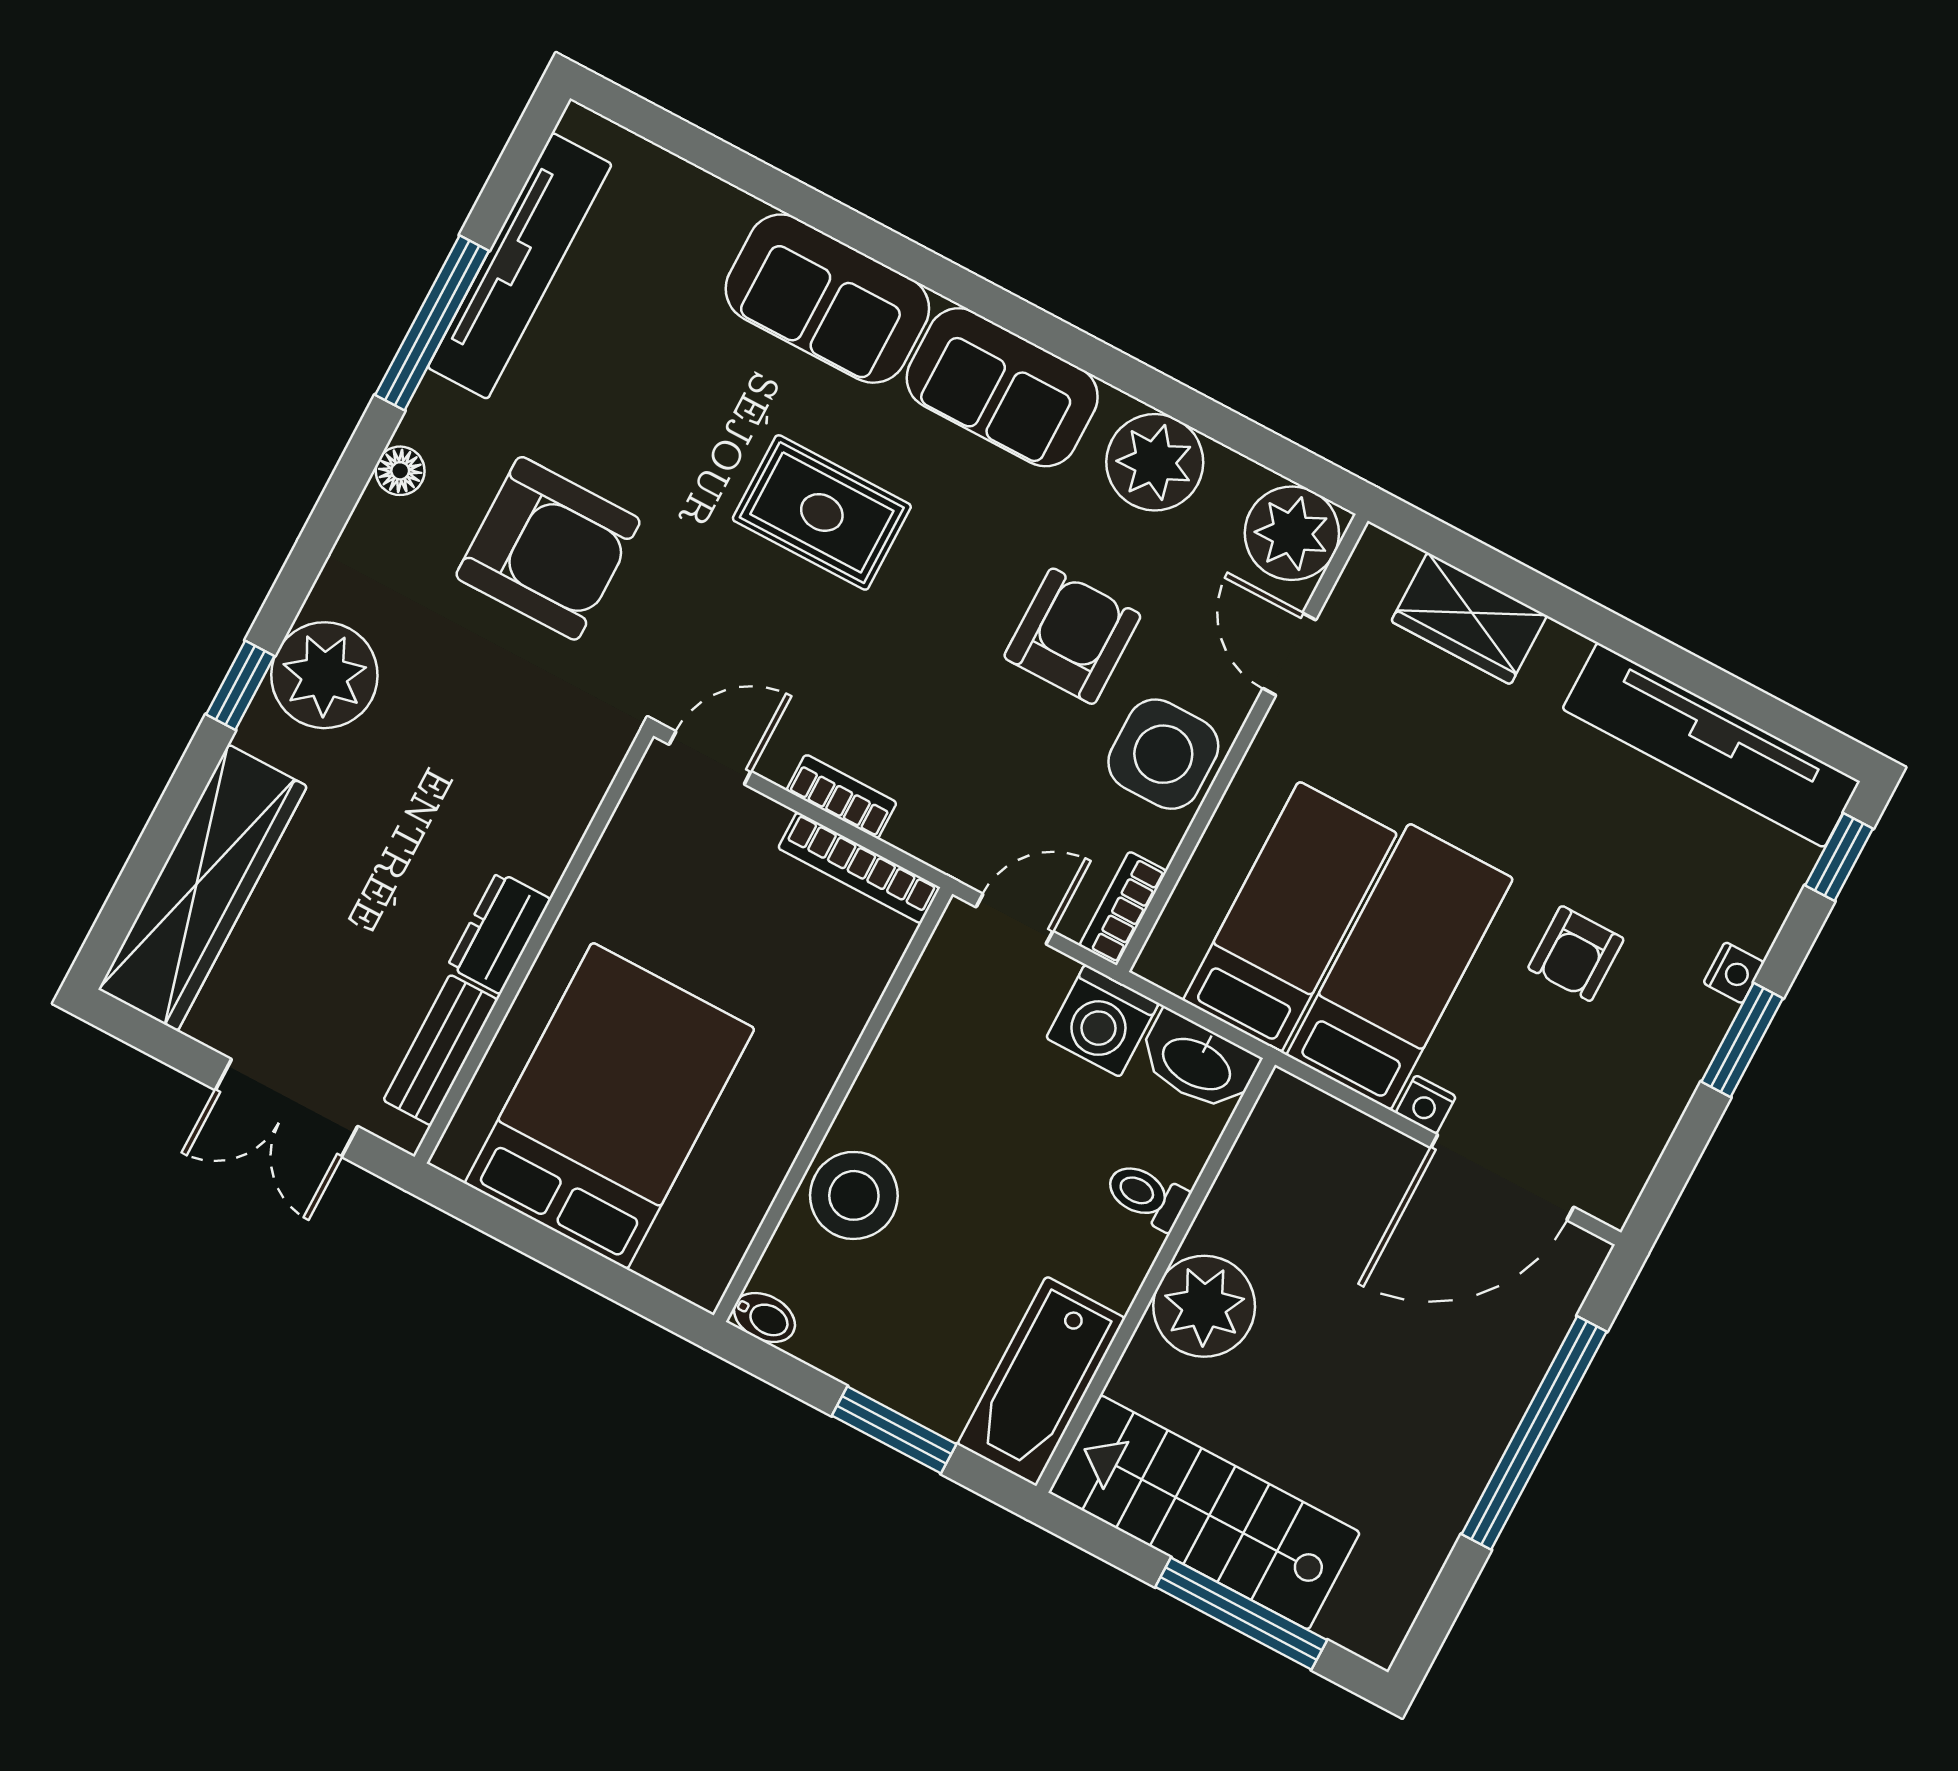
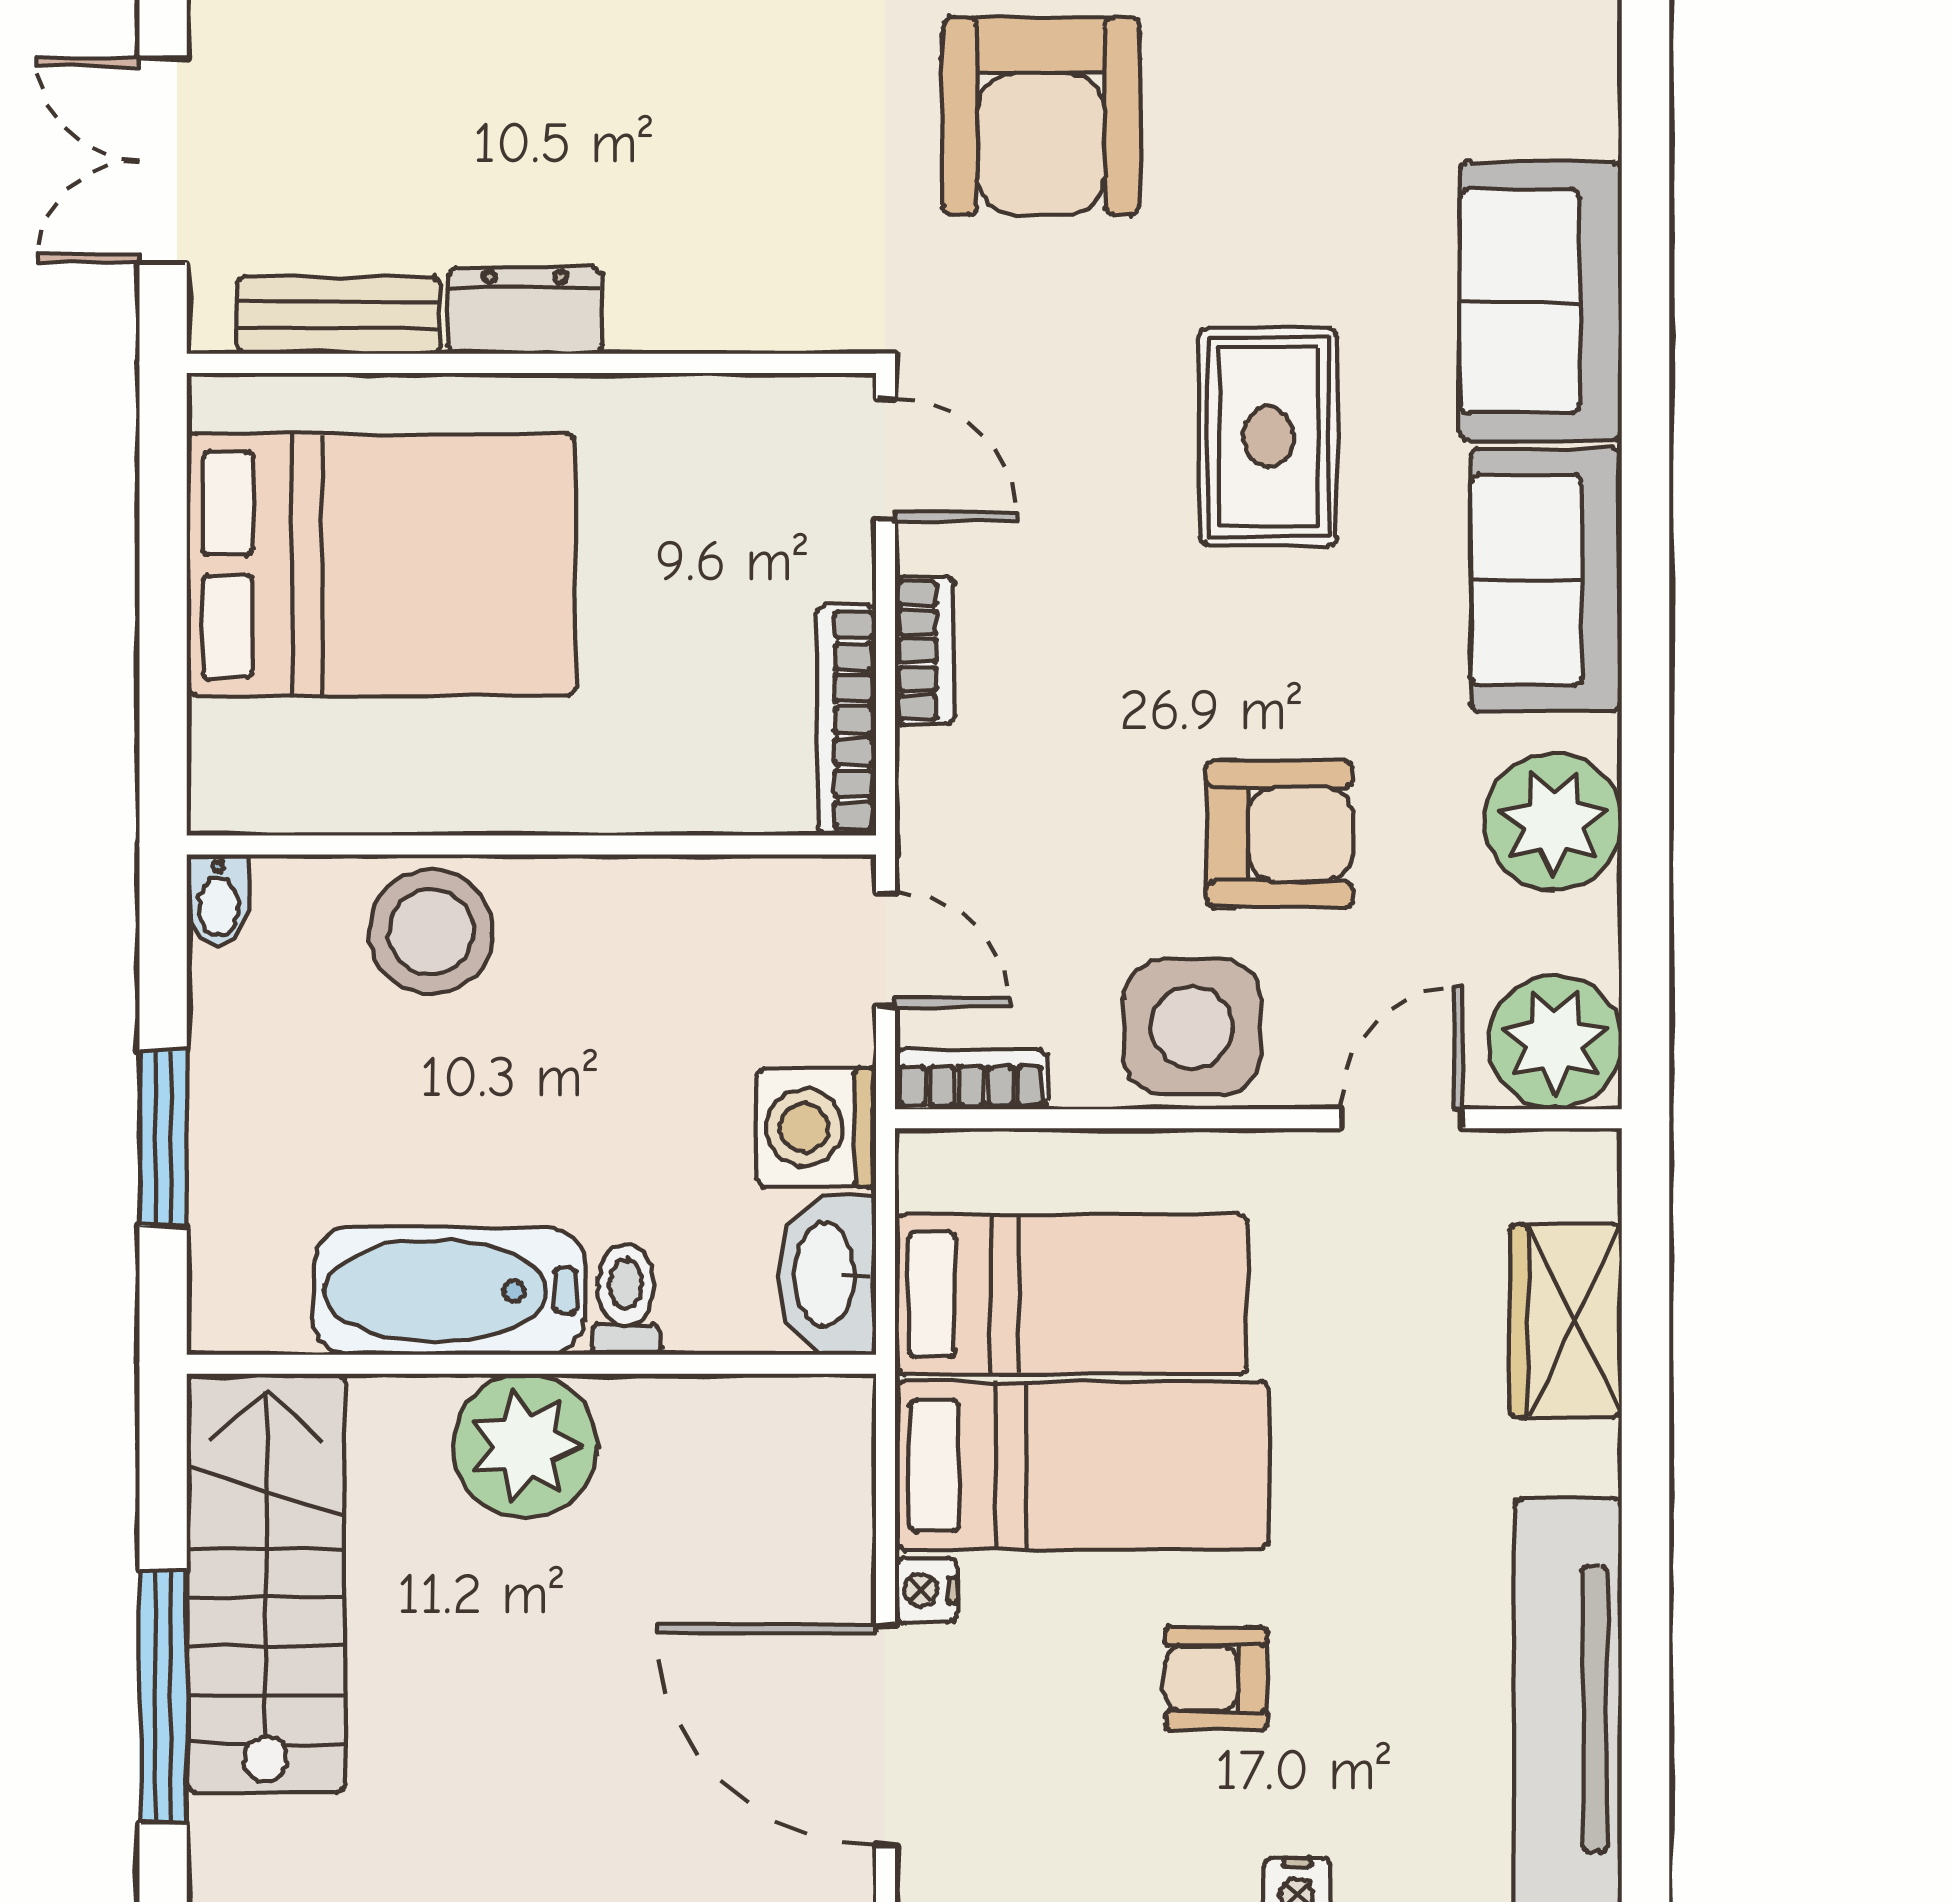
bathtub: (1041, 1381) -> (449, 1291), moved

